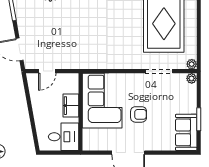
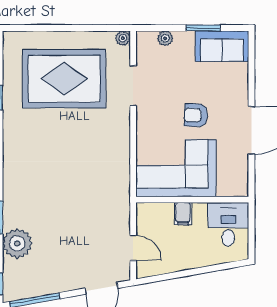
plant: (192, 78) -> (165, 38), moved
filing cabinet: (71, 106) -> (183, 214), width x0.50
armchair: (139, 114) -> (196, 115), turned -87

